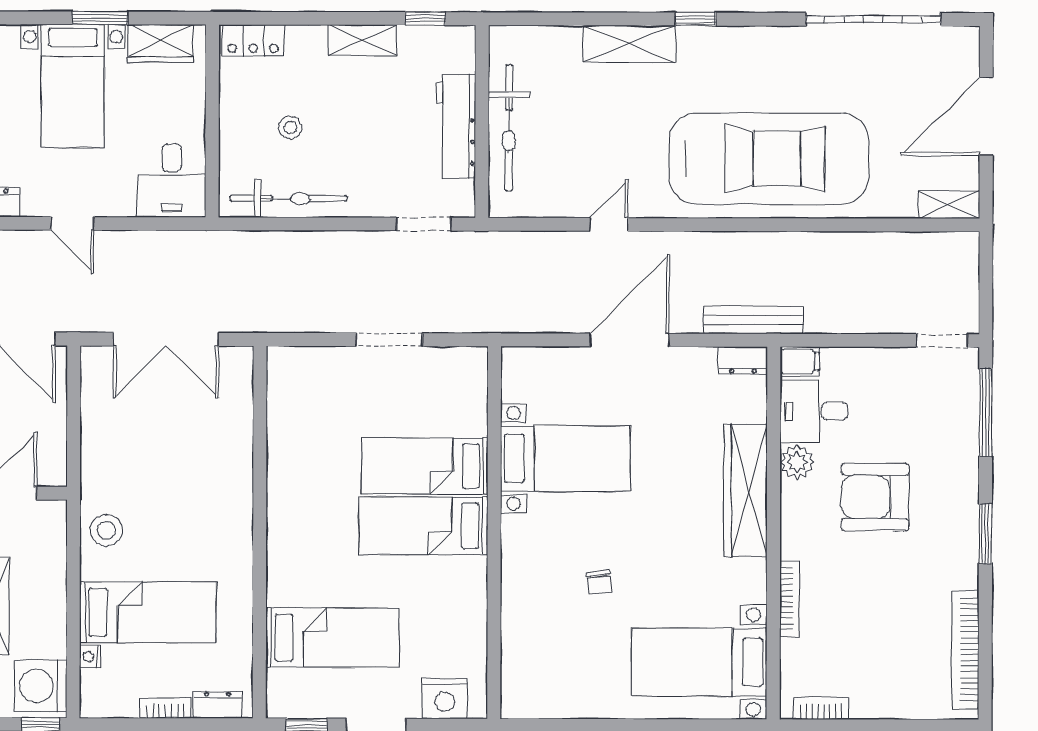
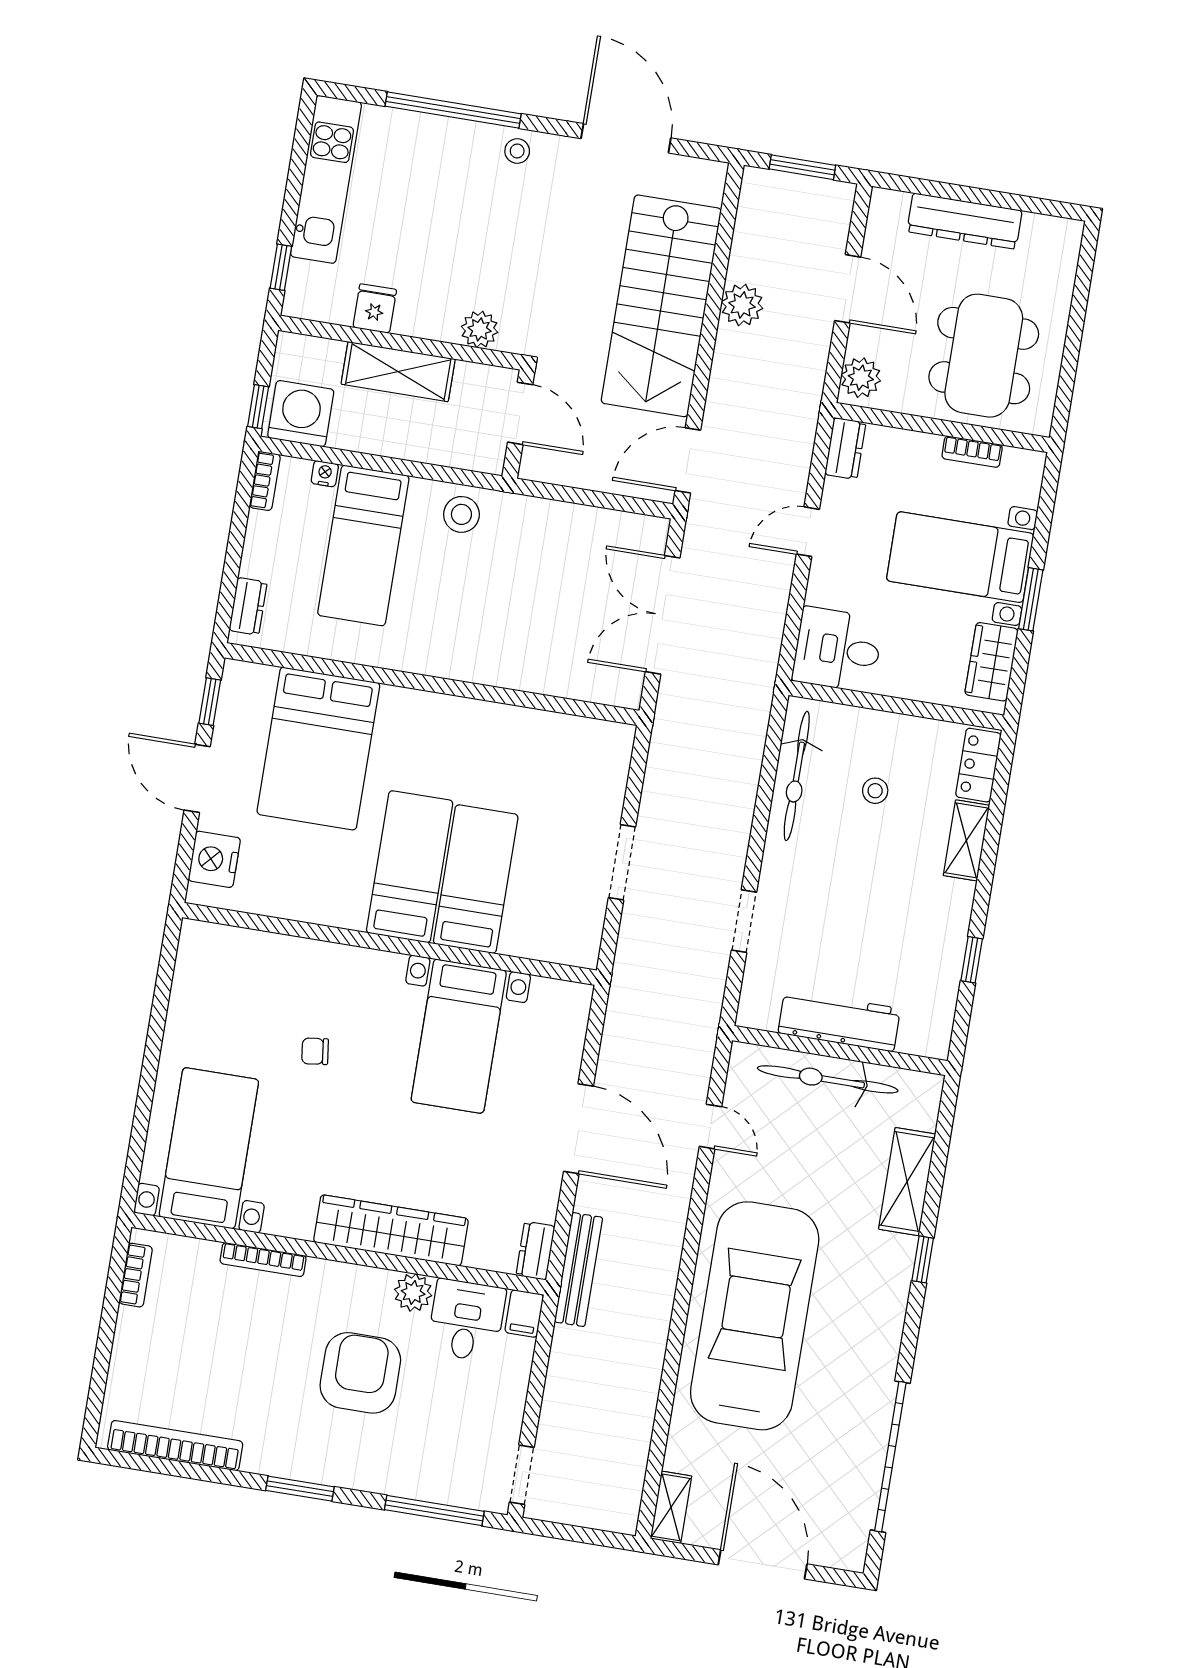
shelving: (362, 40) -> (966, 840), moved
wall: (482, 121) -> (840, 1051), moved
workbench: (456, 126) -> (839, 1021), moved
bicycle: (509, 128) -> (828, 1079), moved
car: (769, 159) -> (755, 1316), turned 180
bed: (332, 638) -> (318, 749), width x1.50
bookcase: (165, 708) -> (265, 481), moved

